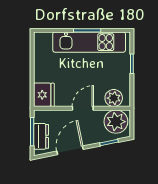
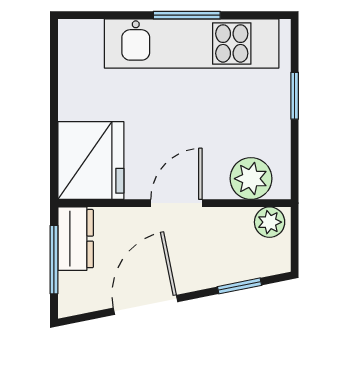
fridge: (44, 95) -> (91, 160), width x1.36, depth x1.34
plant: (116, 122) -> (270, 222), width x0.53, depth x0.53
dresser: (41, 136) -> (76, 239), moved

